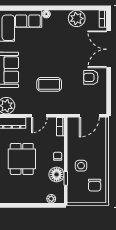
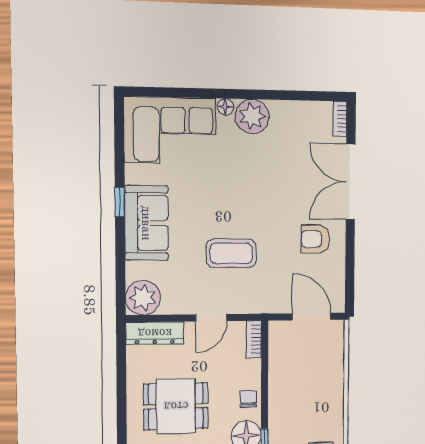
plant: (77, 18) -> (252, 116), moved
door: (89, 116) -> (312, 317), swing flipped
dining table: (22, 159) -> (176, 406), turned 90
side table: (81, 166) -> (295, 417), removed

